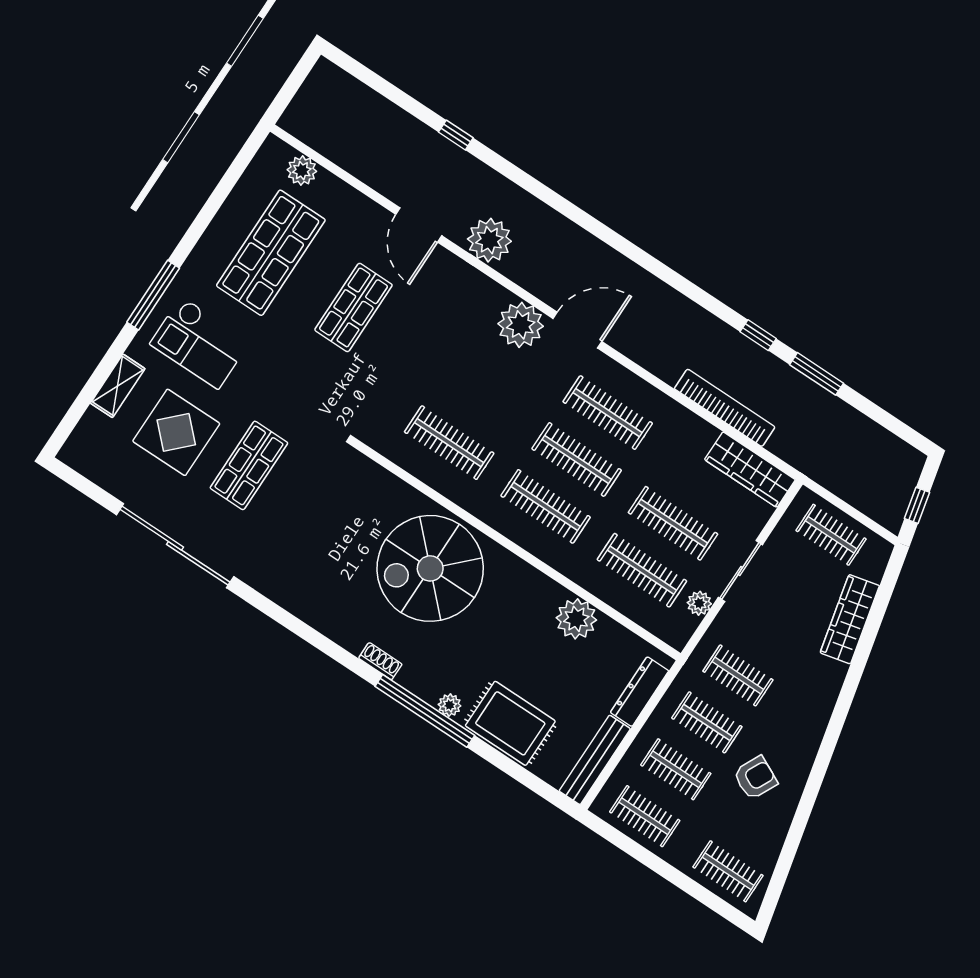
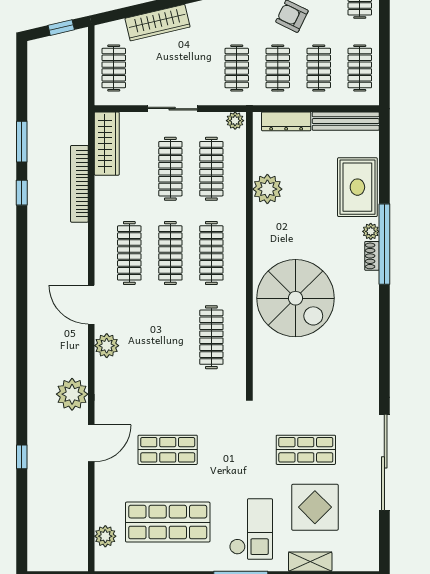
plant: (521, 325) -> (107, 346), width x0.73, depth x0.73
plant: (699, 603) -> (235, 121), moved
shoe rack: (380, 661) -> (372, 256), moved

